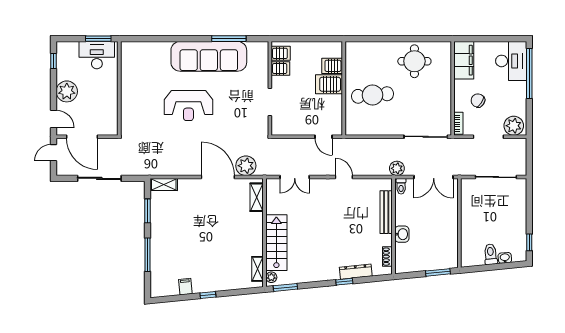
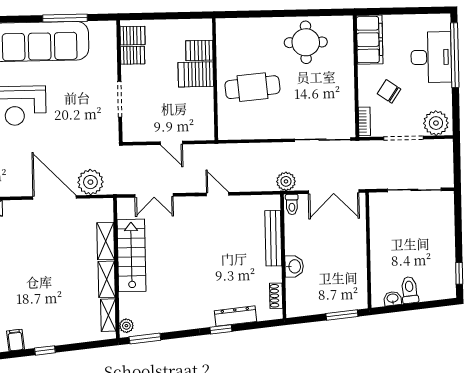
desk: (511, 61) -> (431, 57), moved
door: (324, 137) -> (171, 143), moved
shelving: (257, 197) -> (106, 241), moved
shelving: (257, 241) -> (107, 279), added
stairs: (276, 243) -> (132, 255), moved
washbasin: (505, 258) -> (393, 299), moved

